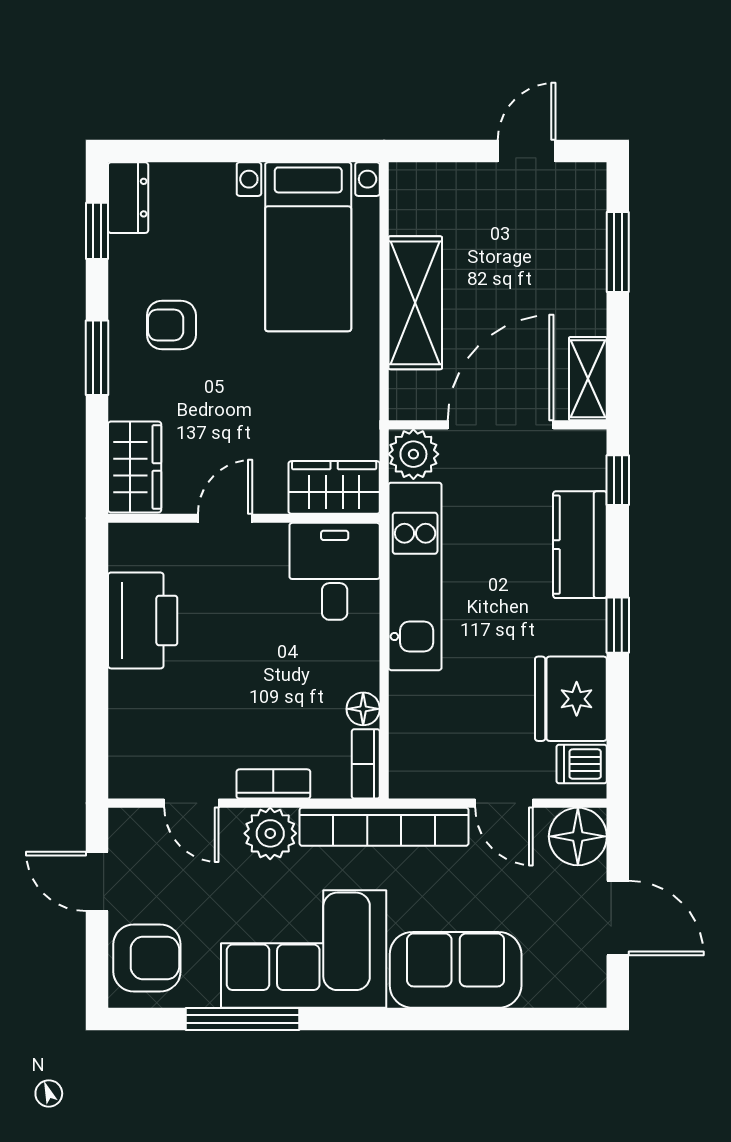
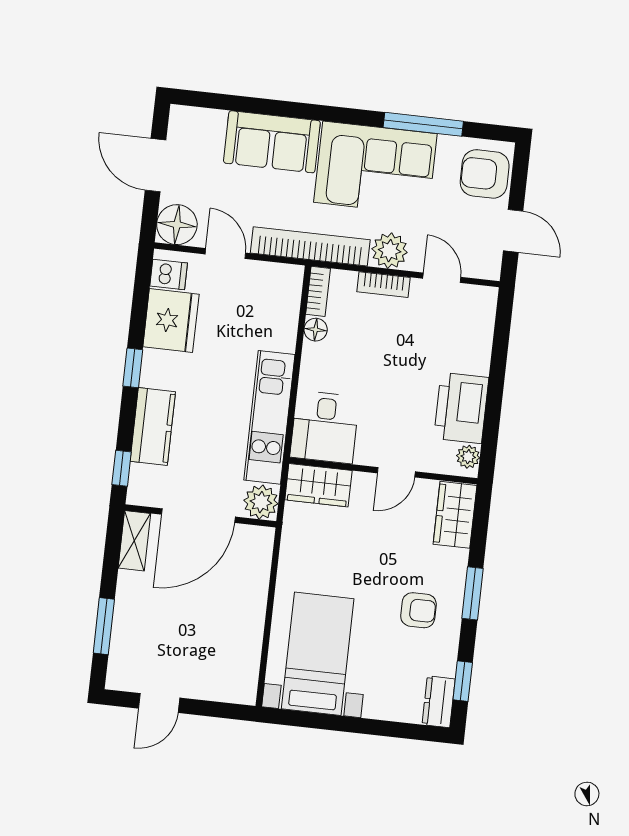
shelving: (415, 303) -> (248, 607), removed
plant: (125, 552) -> (468, 457), added

